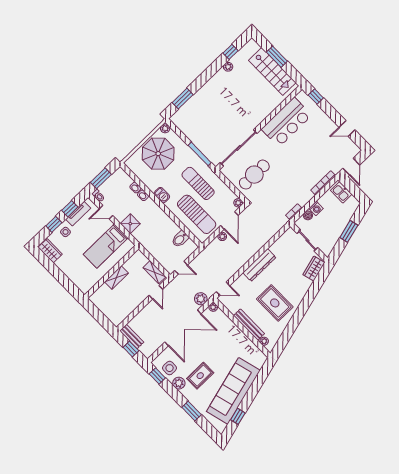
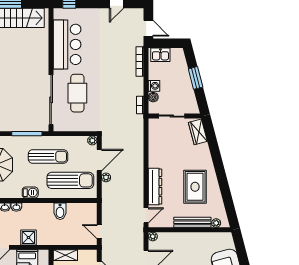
cafe table: (254, 175) -> (77, 93), moved
sun lounger: (198, 183) -> (48, 157), turned 180
door: (229, 220) -> (99, 160), hinge flipped
bidet: (180, 239) -> (60, 211), moved
dresser: (259, 265) -> (155, 187), moved
door: (181, 268) -> (99, 232), swing flipped
shelving: (154, 272) -> (65, 255), moved
plant: (201, 299) -> (137, 240), removed
rug: (275, 303) -> (195, 187), turned 90

